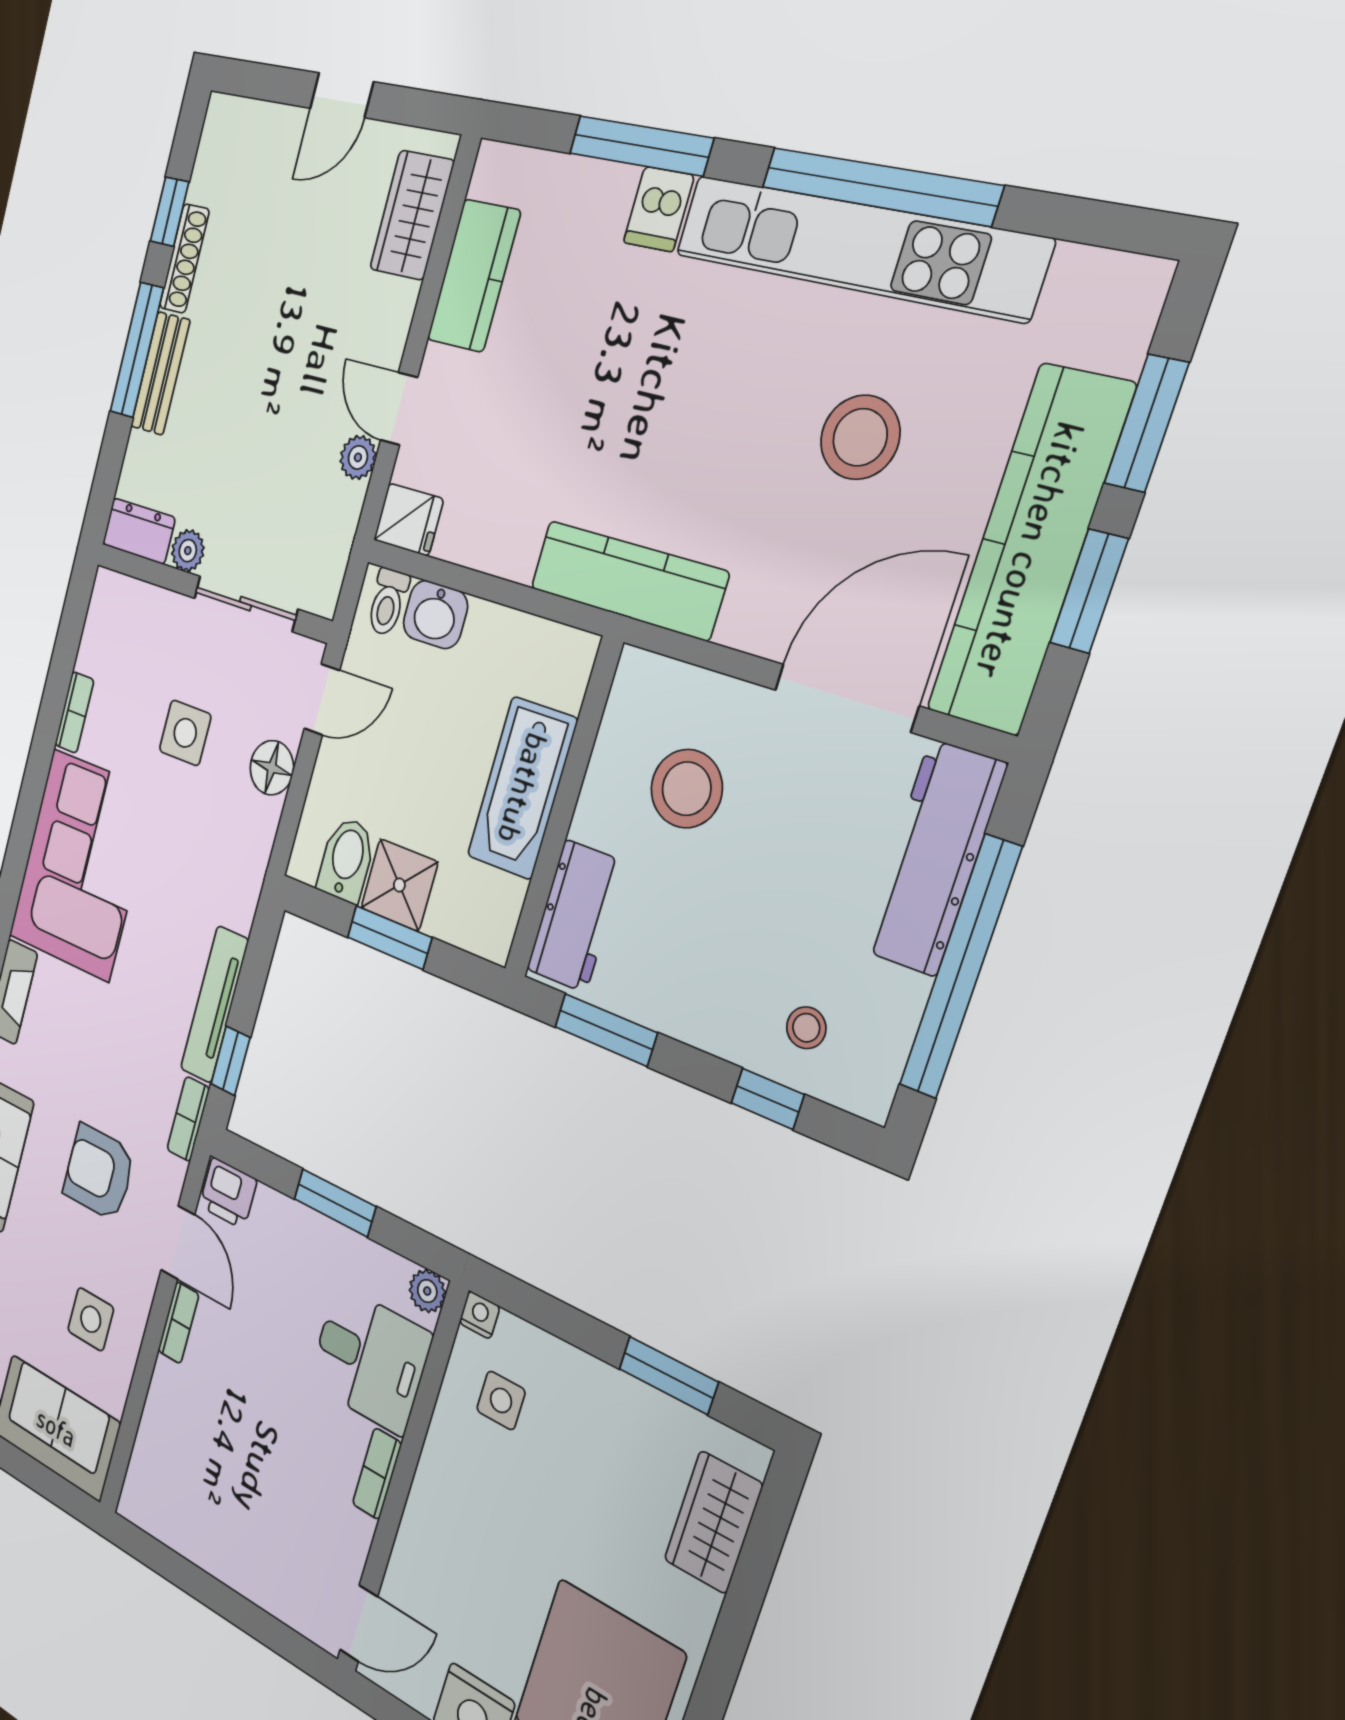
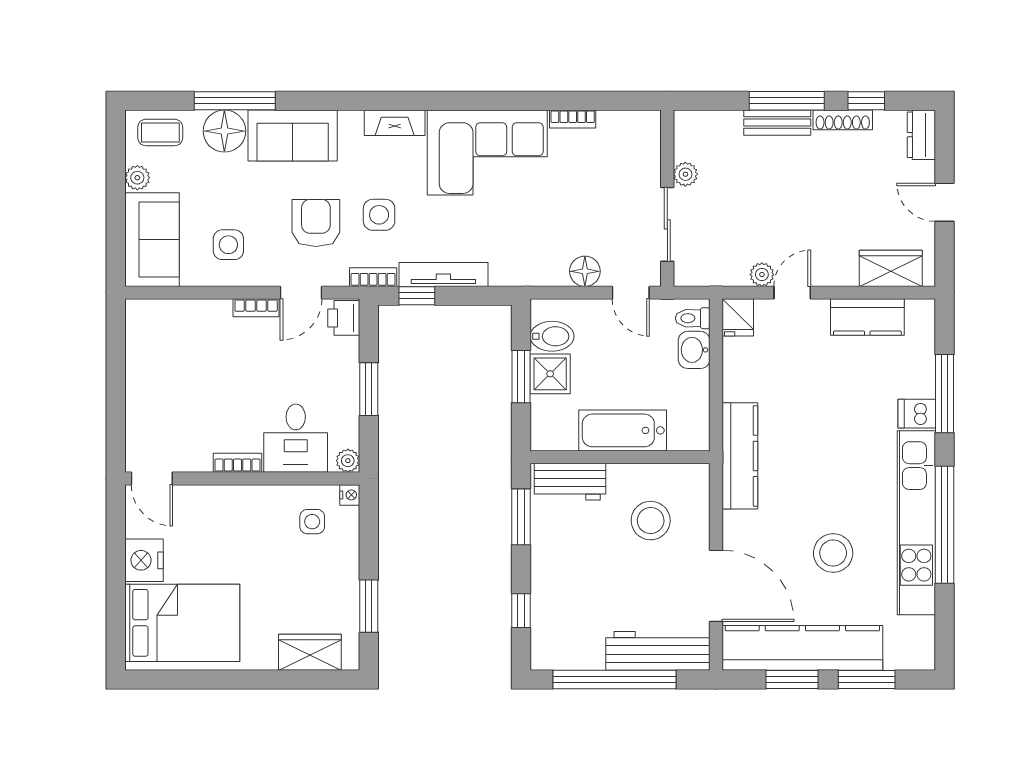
dresser: (139, 531) -> (921, 135), moved, turned 180
side table: (185, 733) -> (379, 215), moved
stool: (806, 1028) -> (561, 618), removed

